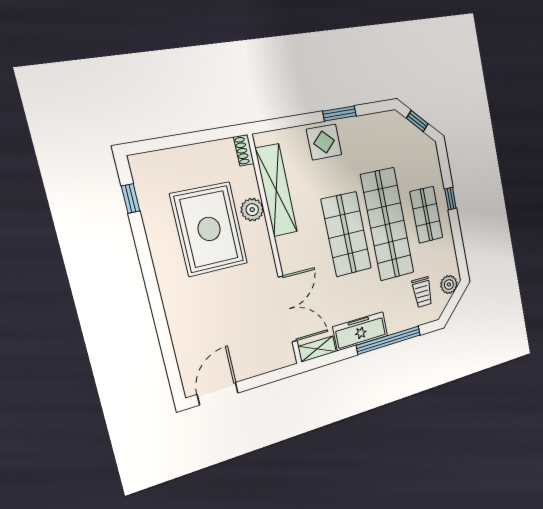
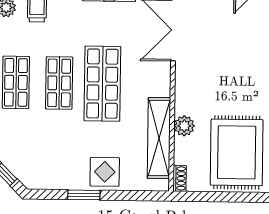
shop shelf: (387, 224) -> (59, 83), width x0.50, depth x0.74
rug: (209, 229) -> (237, 152), moved

